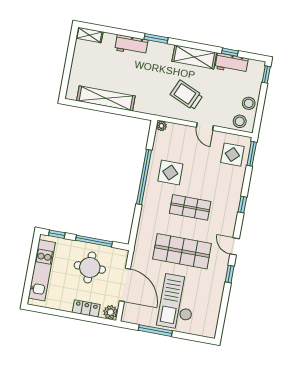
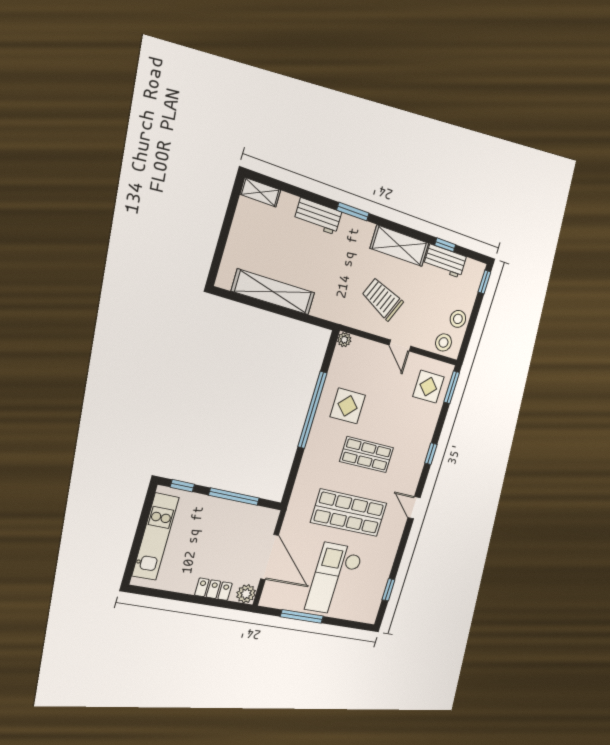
round table: (90, 267) -> (224, 533), removed
window: (230, 274) -> (388, 590), moved

